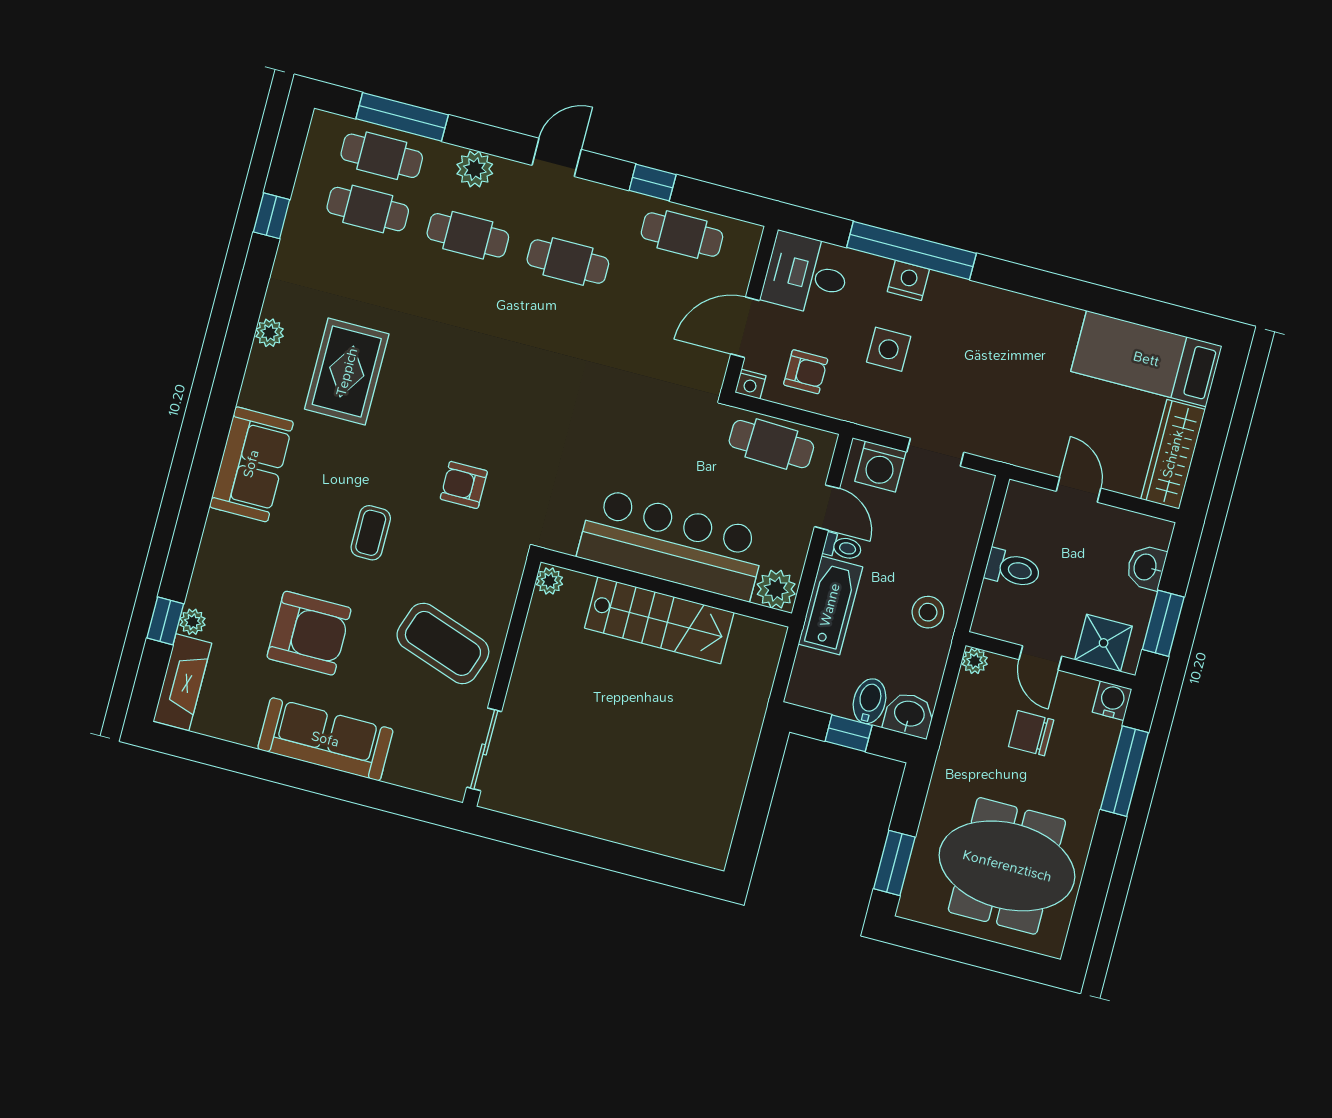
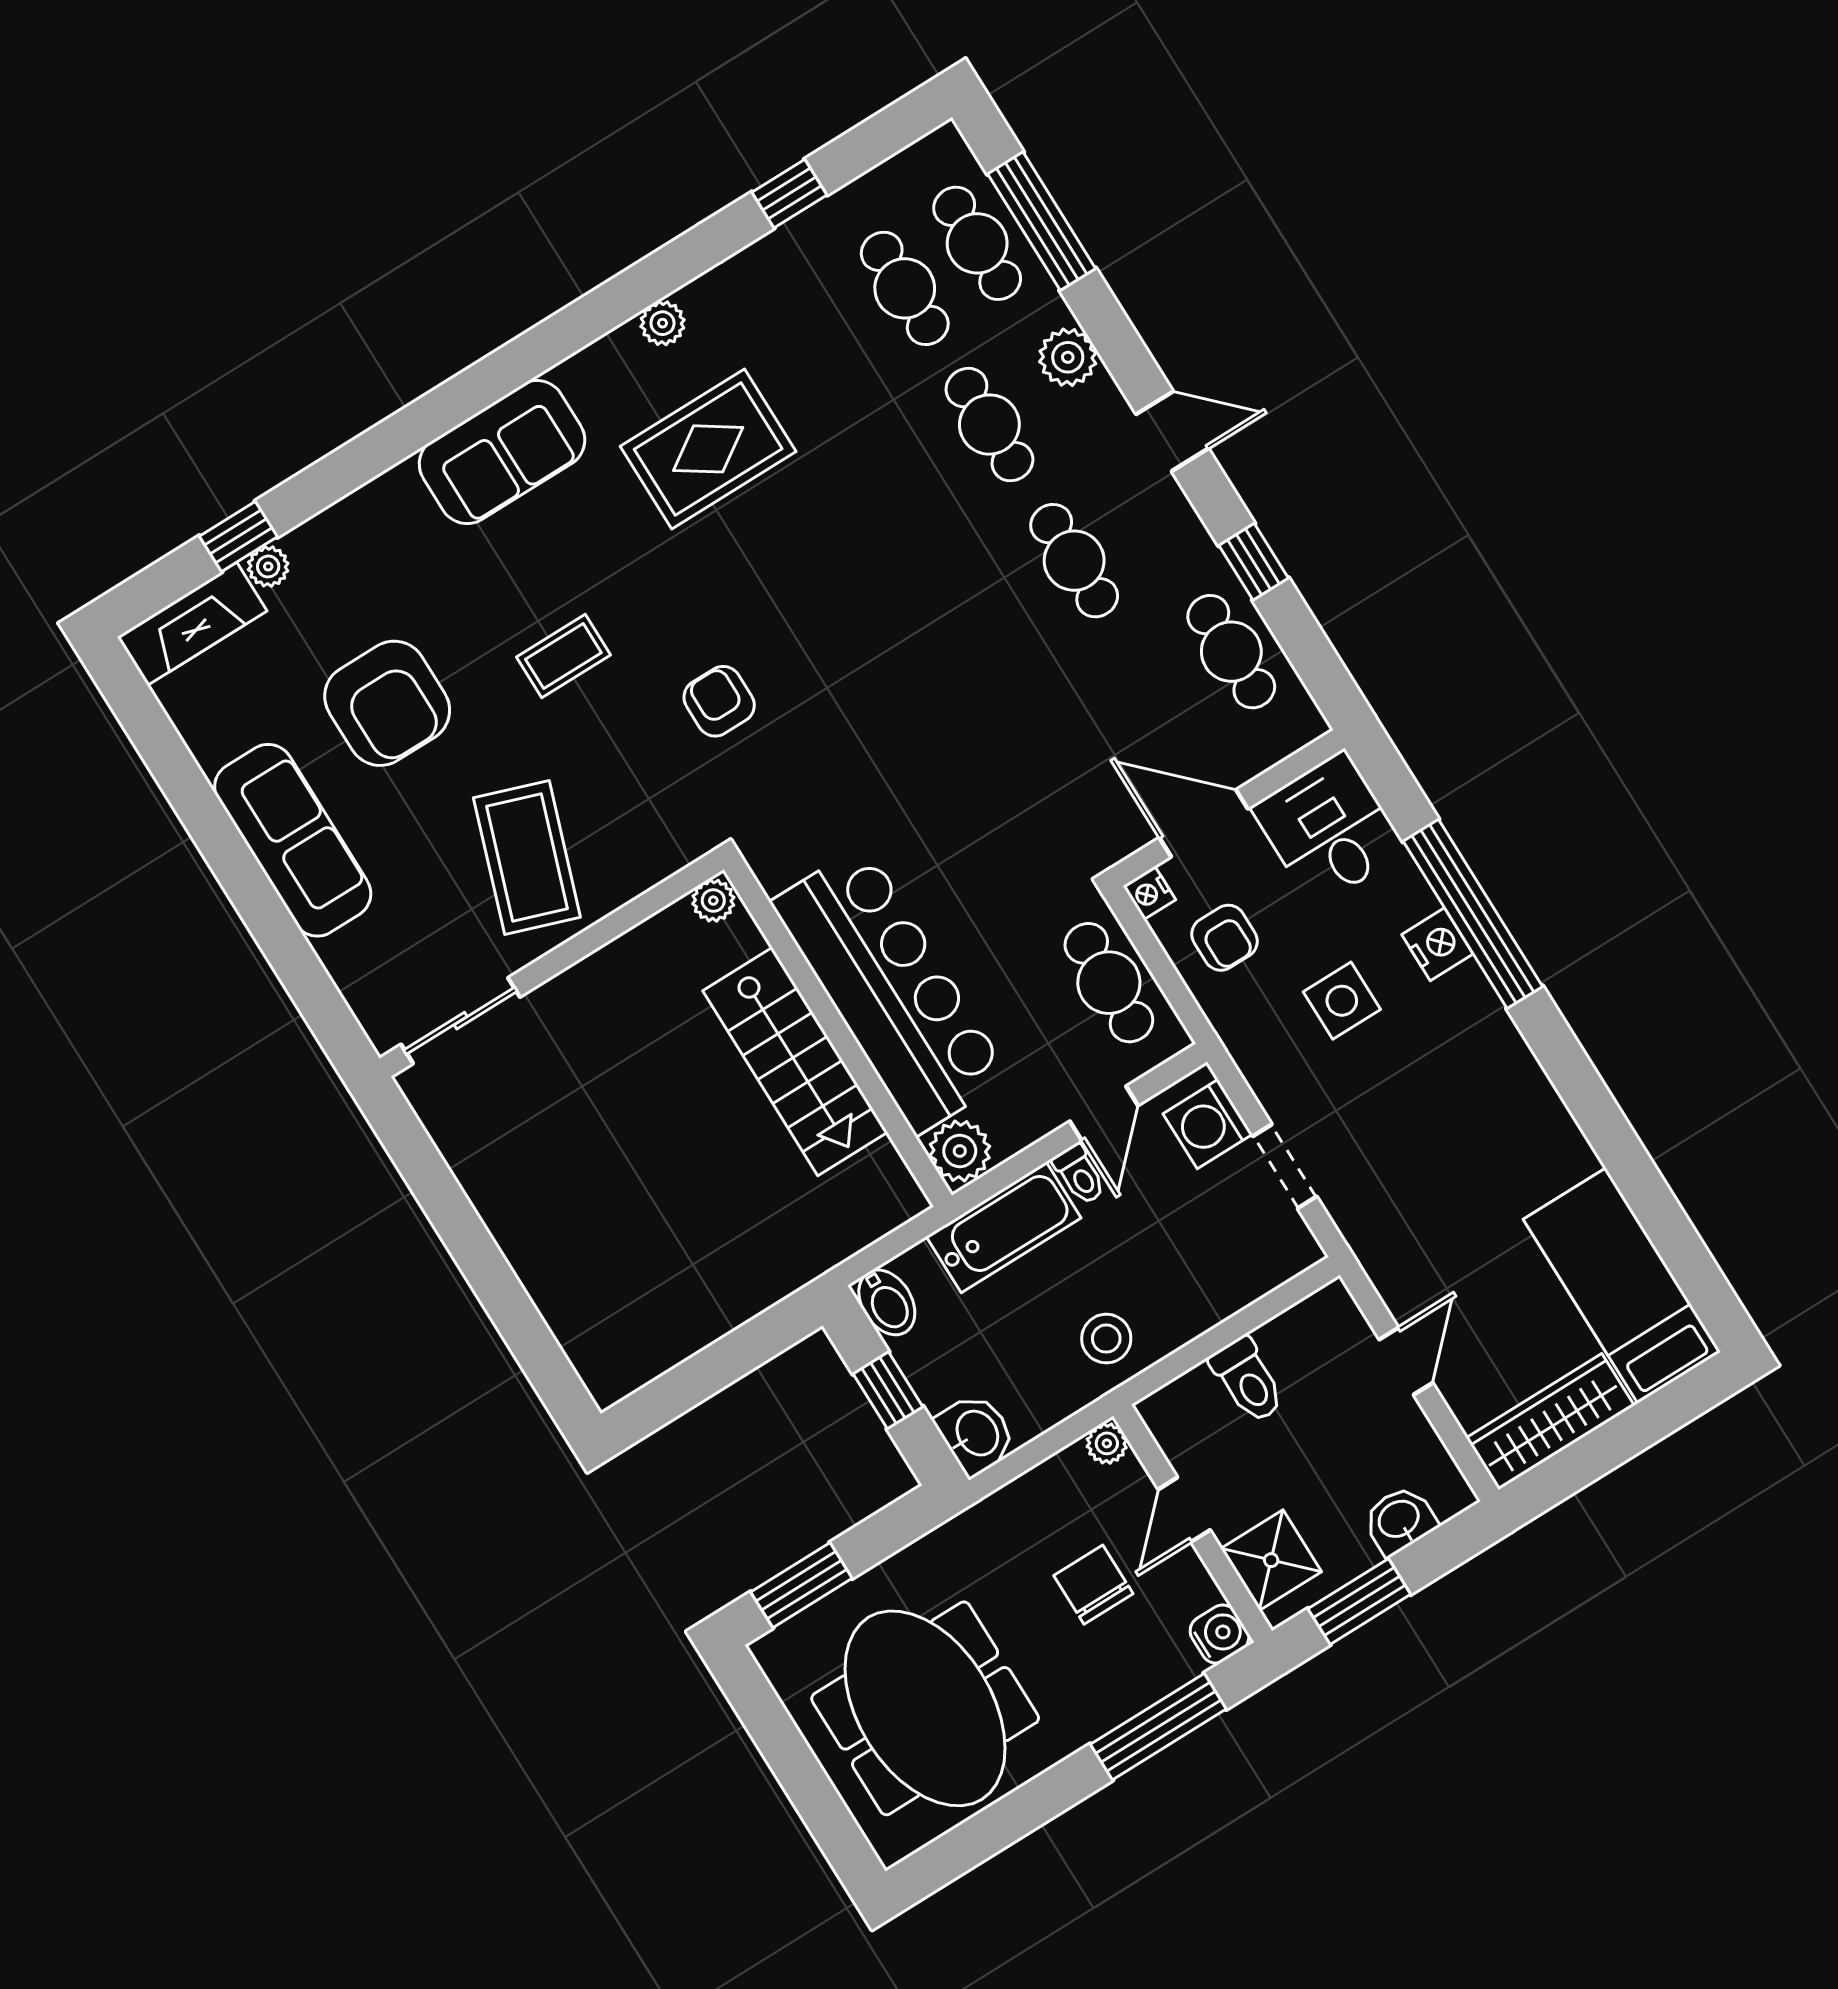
bidet: (869, 701) -> (887, 1302), moved, turned 90

